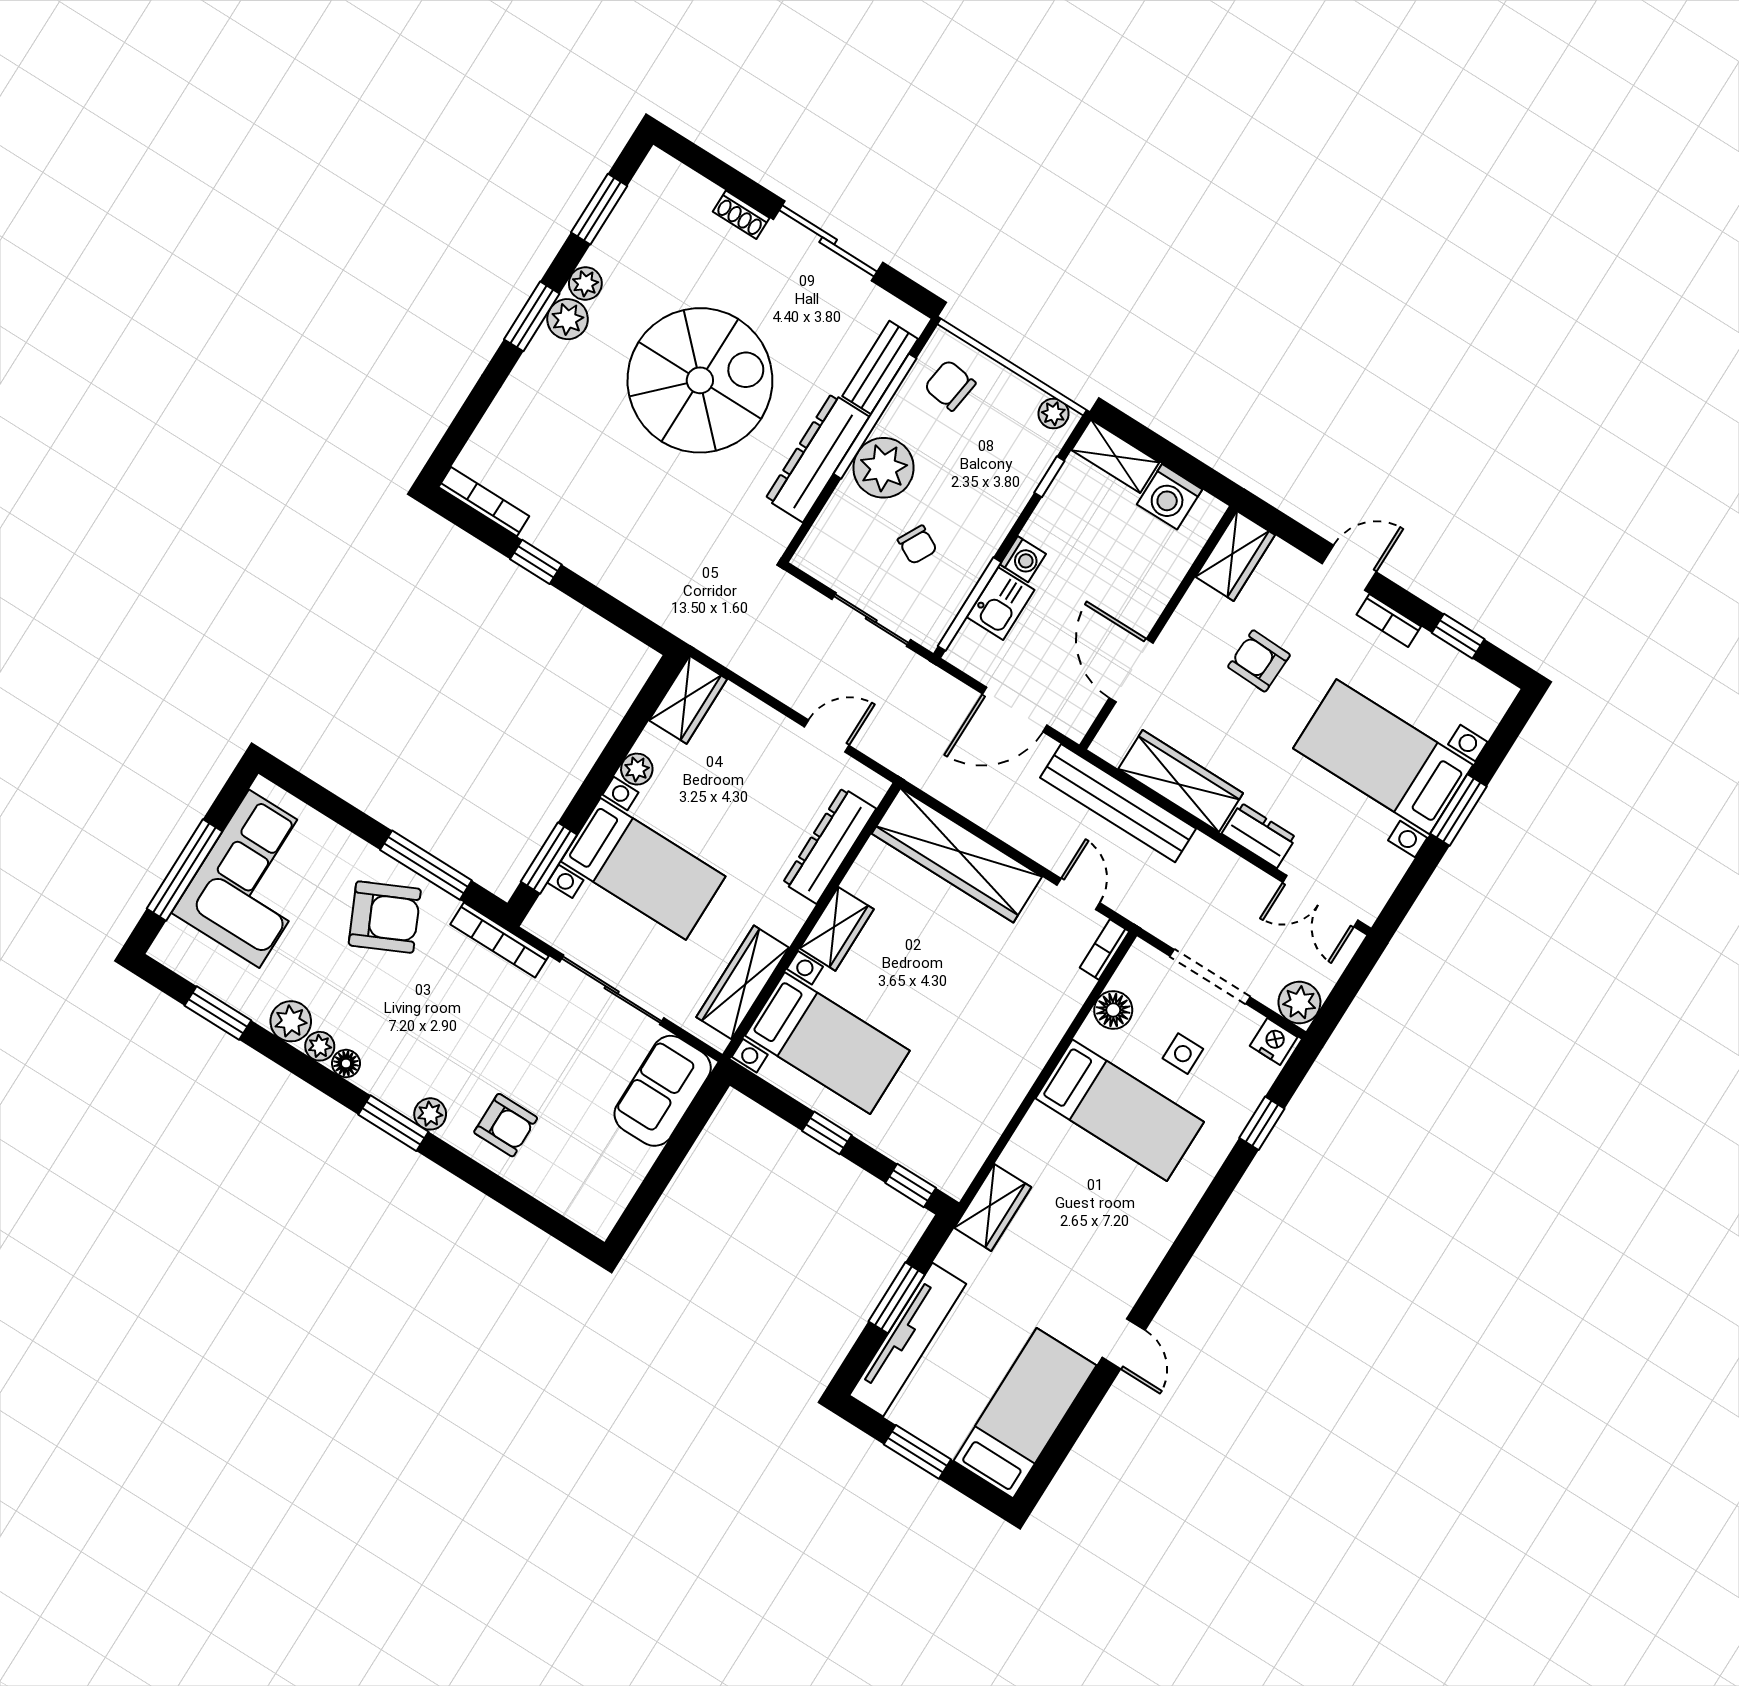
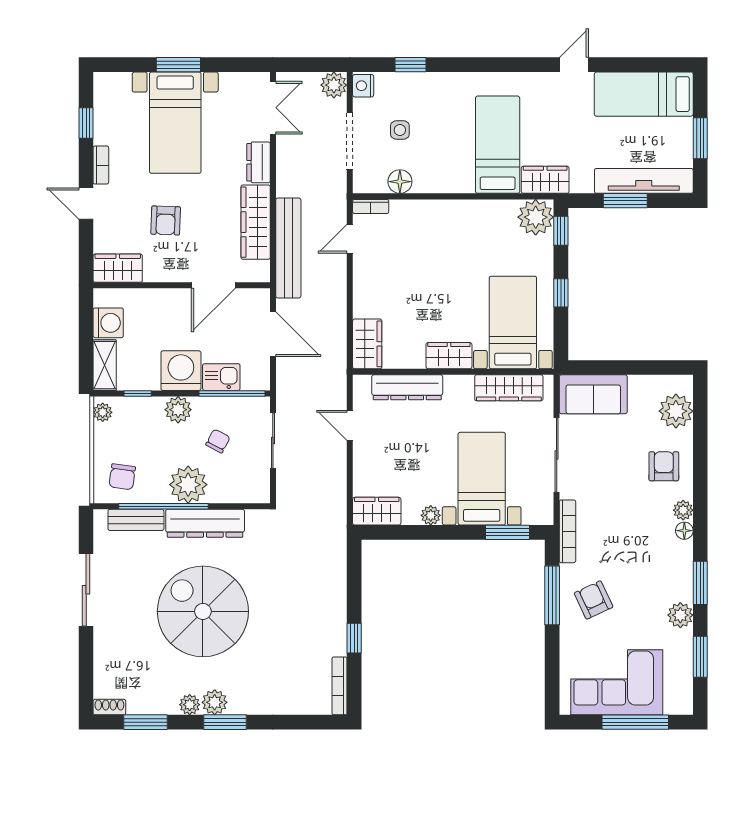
shoe rack: (741, 215) -> (109, 707), moved, turned -90
plant: (993, 518) -> (178, 410), added
washing machine: (1023, 559) -> (181, 371), width x1.89, depth x1.89
wardrobe: (957, 855) -> (367, 344), width x0.48, depth x0.85
armchair: (385, 917) -> (594, 600), width x0.72, depth x0.72
plant: (320, 1046) -> (676, 411), moved, width x1.87, depth x1.87
floor lamp: (346, 1063) -> (684, 531), moved
bed: (1120, 1110) -> (498, 145), moved
window: (393, 1123) -> (700, 583), moved
plant: (950, 1163) -> (536, 217), added

